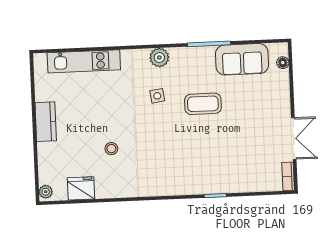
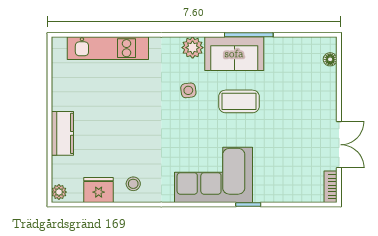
sofa: (242, 59) -> (234, 54), moved
kitchen counter: (46, 122) -> (62, 133), moved
stool: (111, 149) -> (133, 184), moved
corner sofa: (183, 170) -> (213, 175), added

